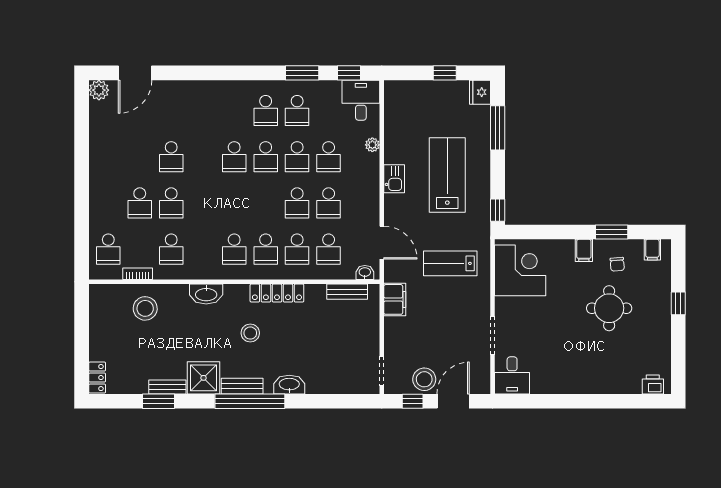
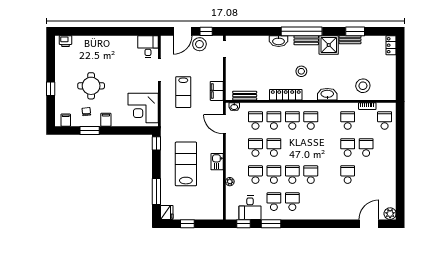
desk: (361, 100) -> (250, 208), moved
lab bench: (447, 175) -> (186, 164), turned 180
lab bench: (450, 263) -> (183, 92), moved, turned 90

